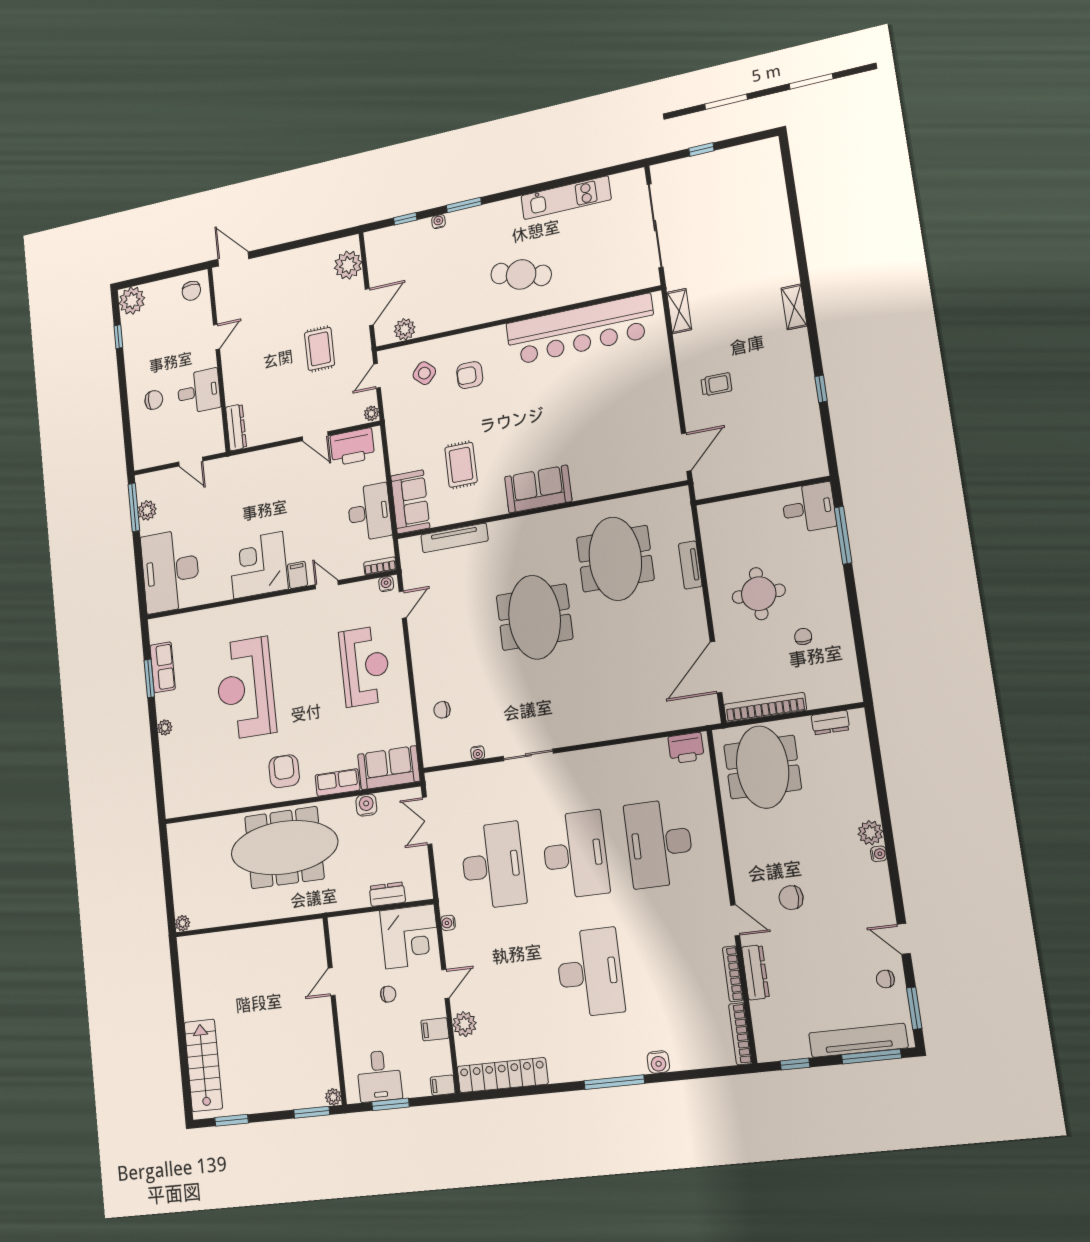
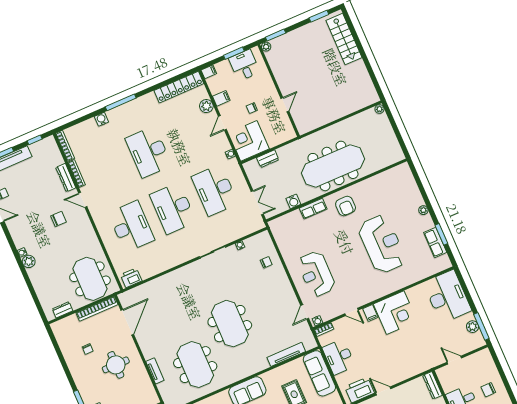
sofa: (410, 502) -> (319, 373), width x1.36
sofa: (389, 768) -> (287, 224), removed

